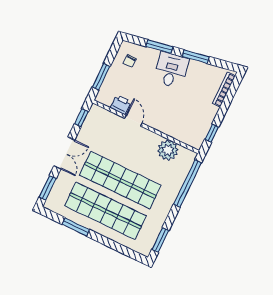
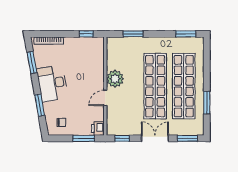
window: (196, 57) -> (32, 63), moved
desk: (171, 70) -> (52, 83), width x1.37
printer: (121, 105) -> (98, 129), moved
plant: (168, 150) -> (115, 79), moved
window: (188, 183) -> (133, 34), width x0.47

